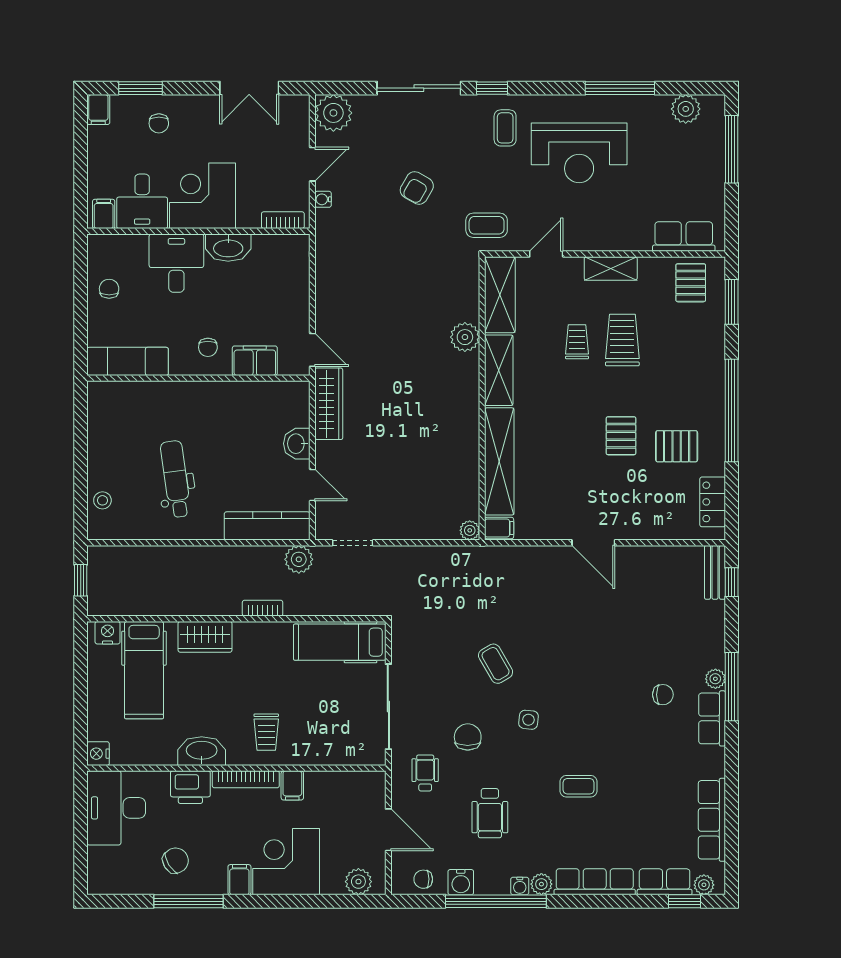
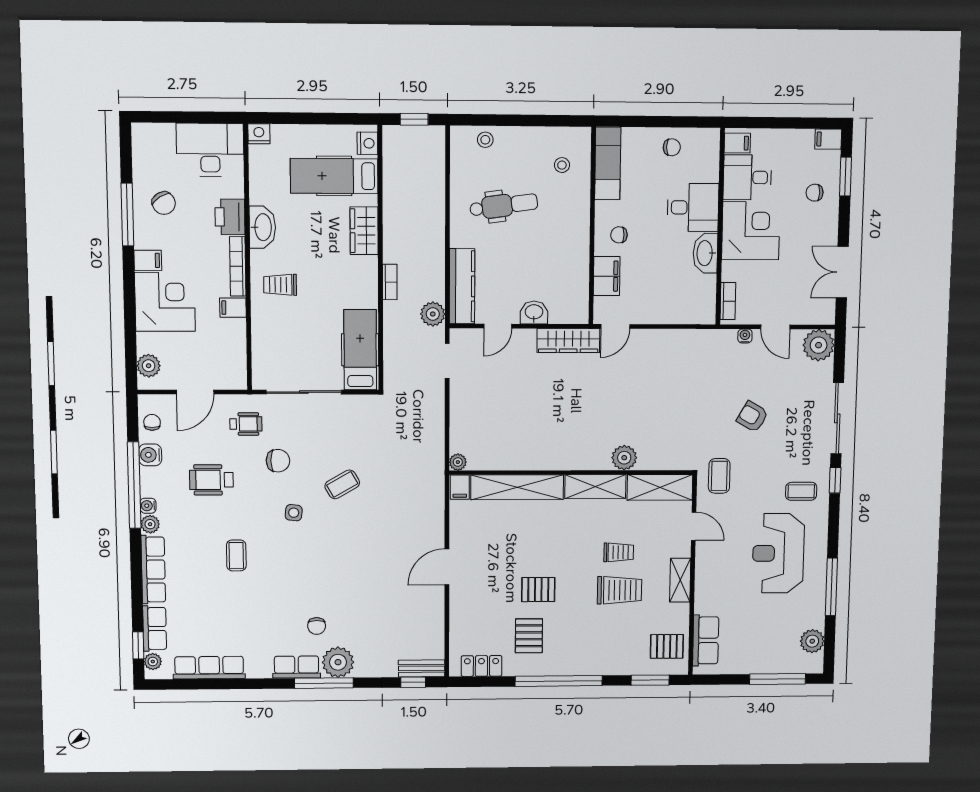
stool: (130, 413) -> (562, 165), added
plant: (715, 679) -> (338, 662), width x1.88, depth x1.88

